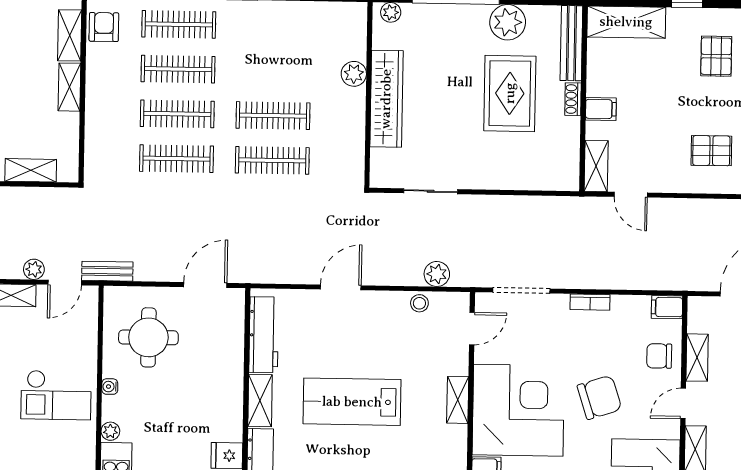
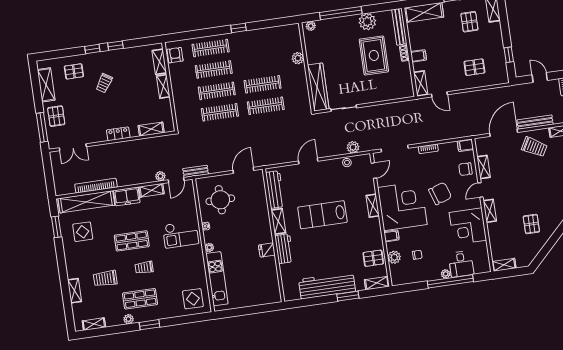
wardrobe: (386, 99) -> (318, 87), moved

